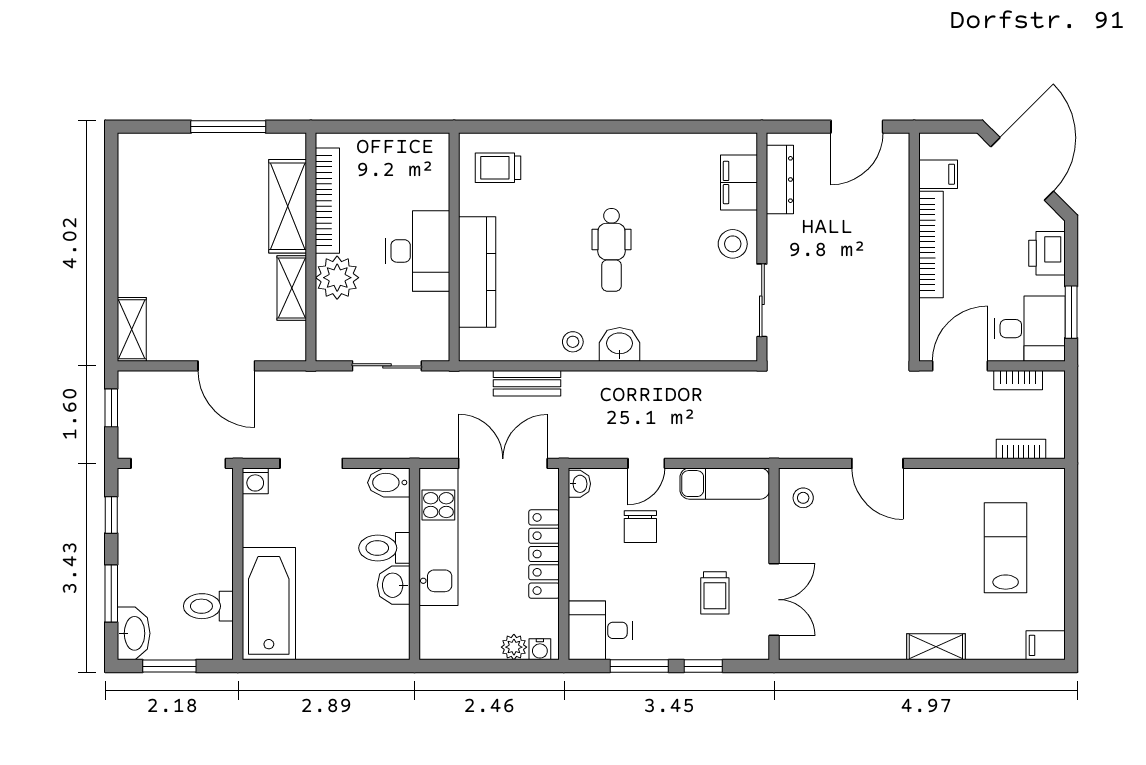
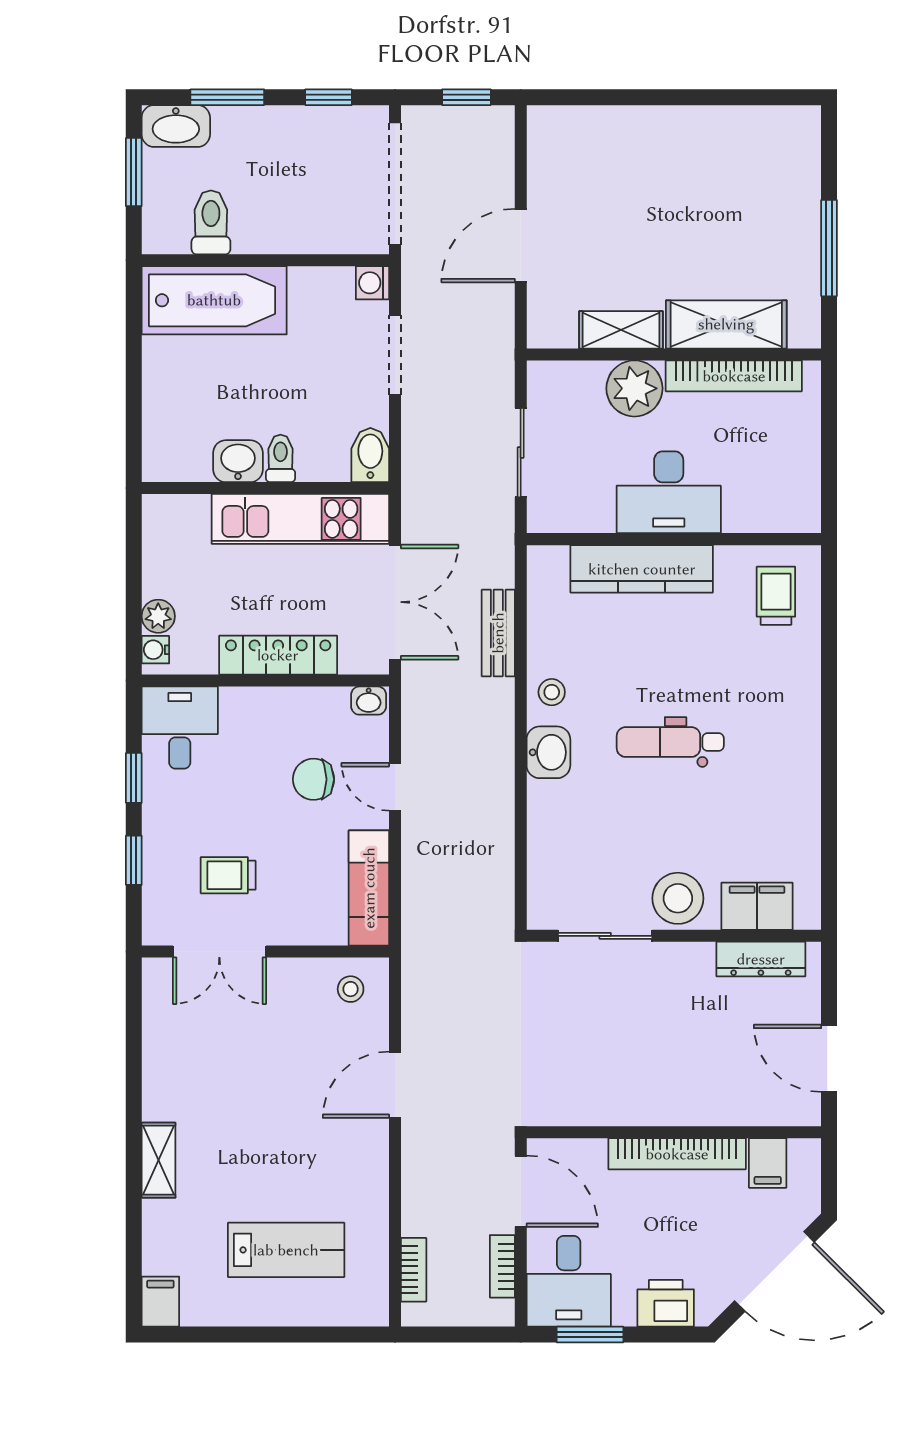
stool: (733, 244) -> (678, 898), width x1.38, depth x1.38
shelving: (132, 329) -> (568, 124), removed
toilet: (384, 548) -> (280, 458), width x0.73, depth x0.72
window: (639, 666) -> (134, 778), width x0.67

